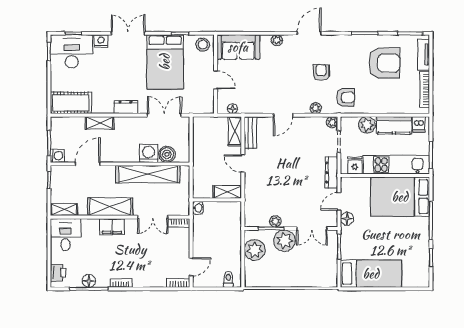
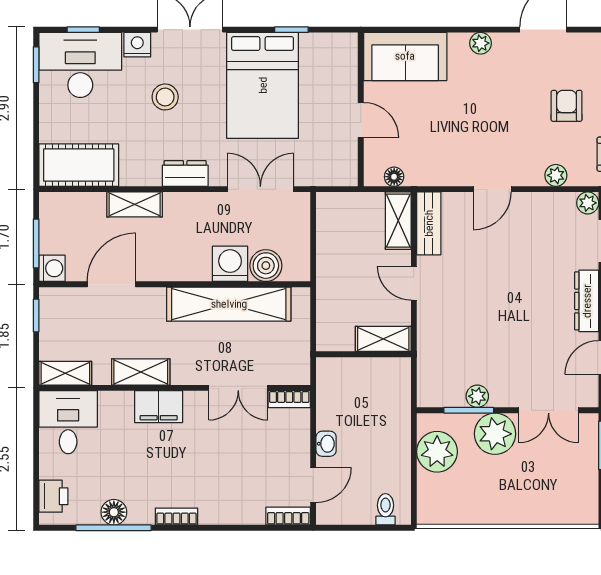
stool: (203, 45) -> (165, 97), moved
shelving: (110, 207) -> (141, 372), width x0.67, depth x0.75
washbasin: (198, 208) -> (326, 444), moved

